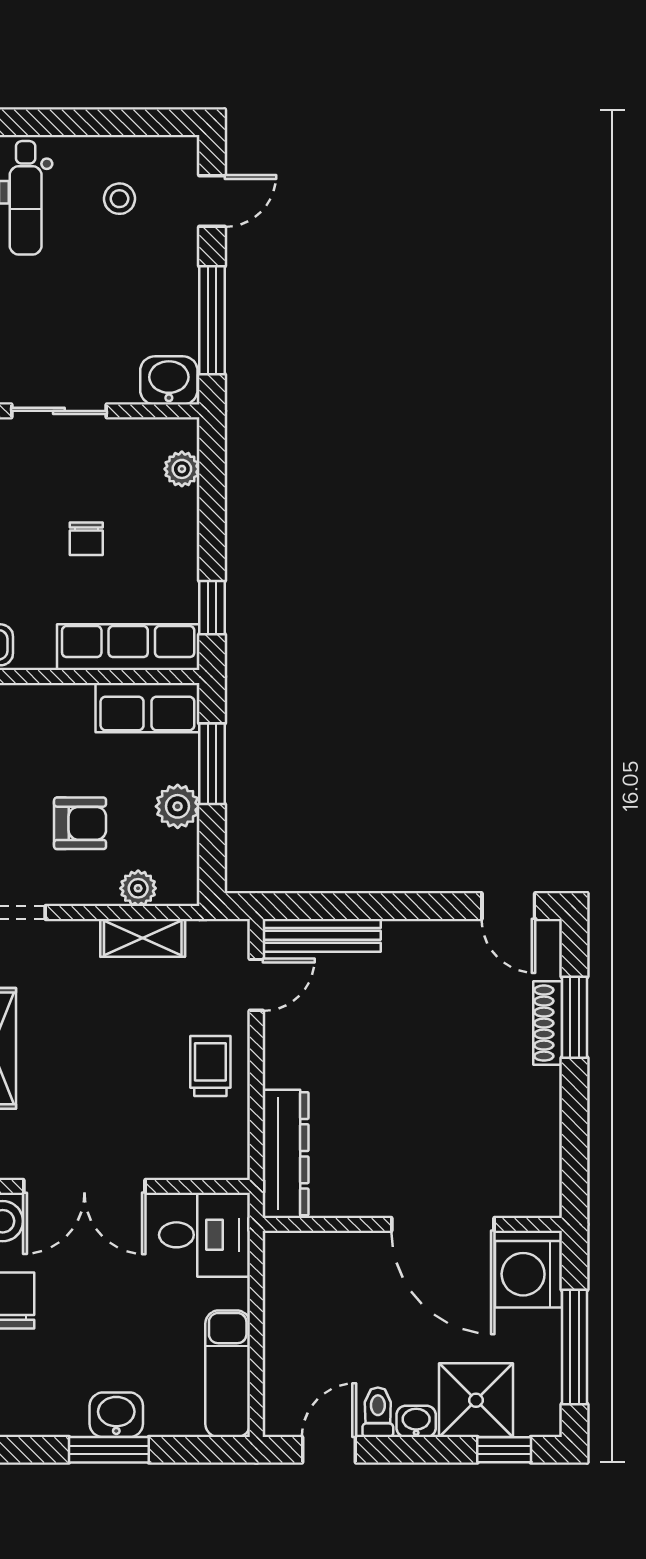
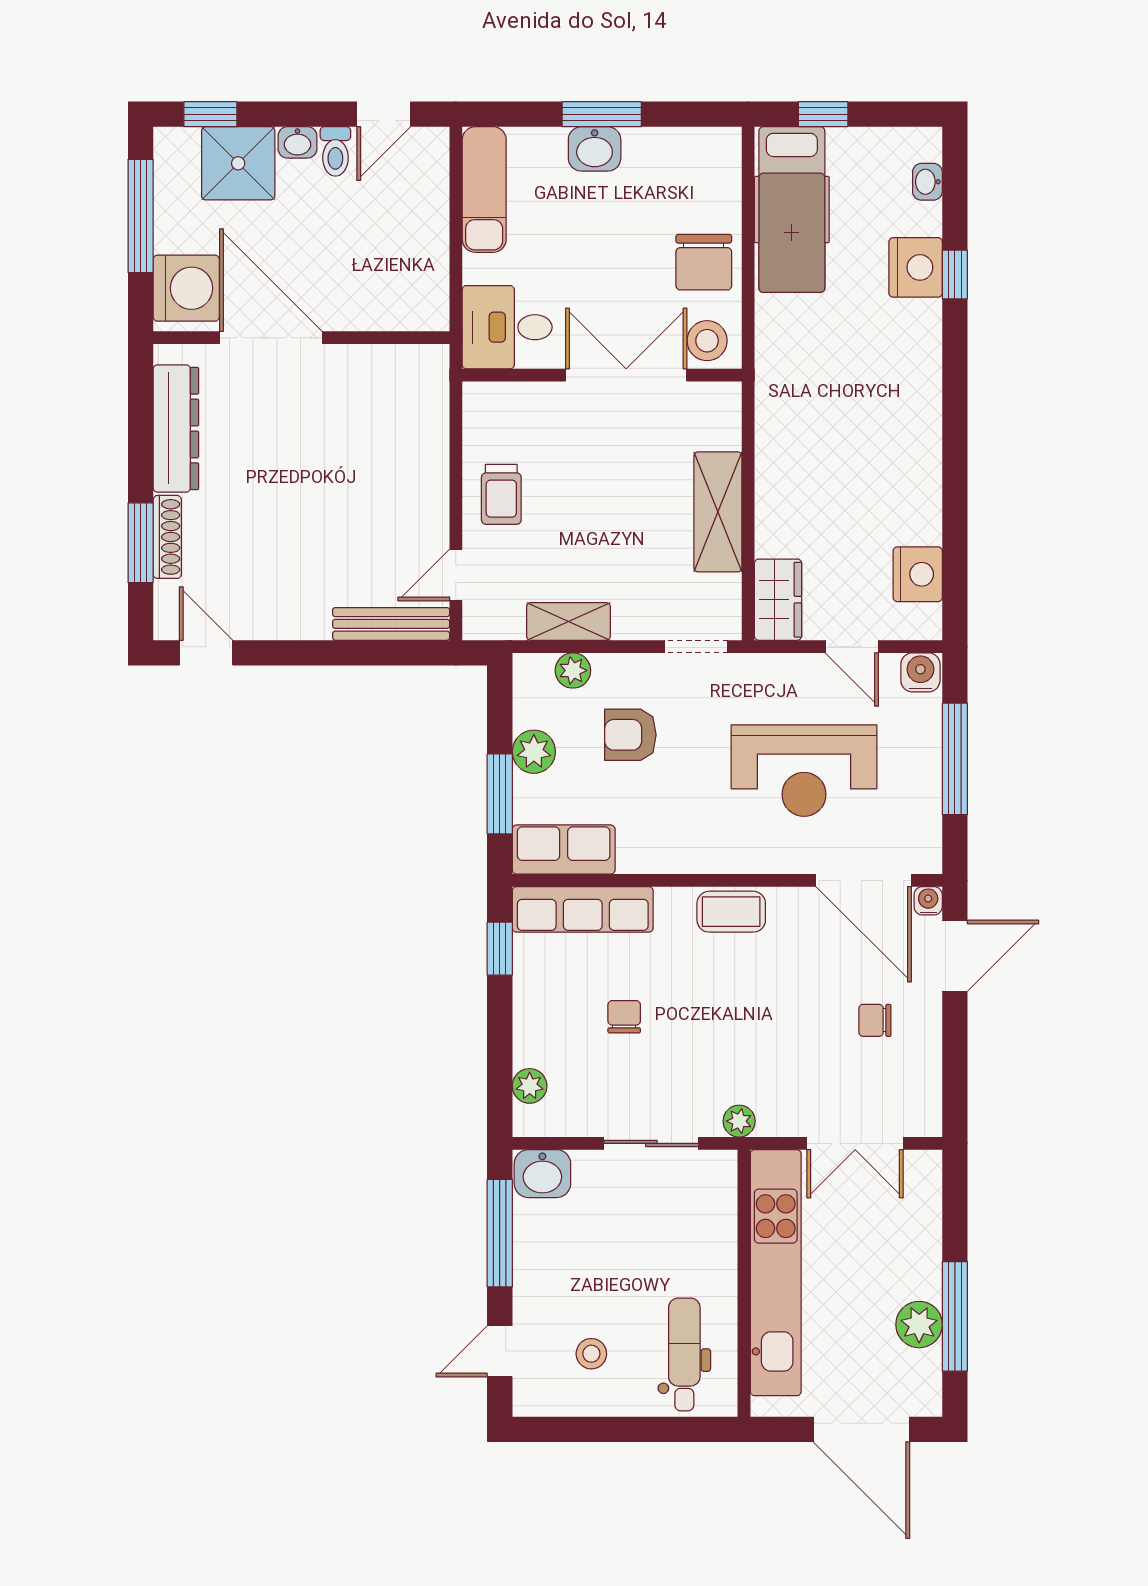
dresser: (285, 1154) -> (176, 428), moved, turned 180

